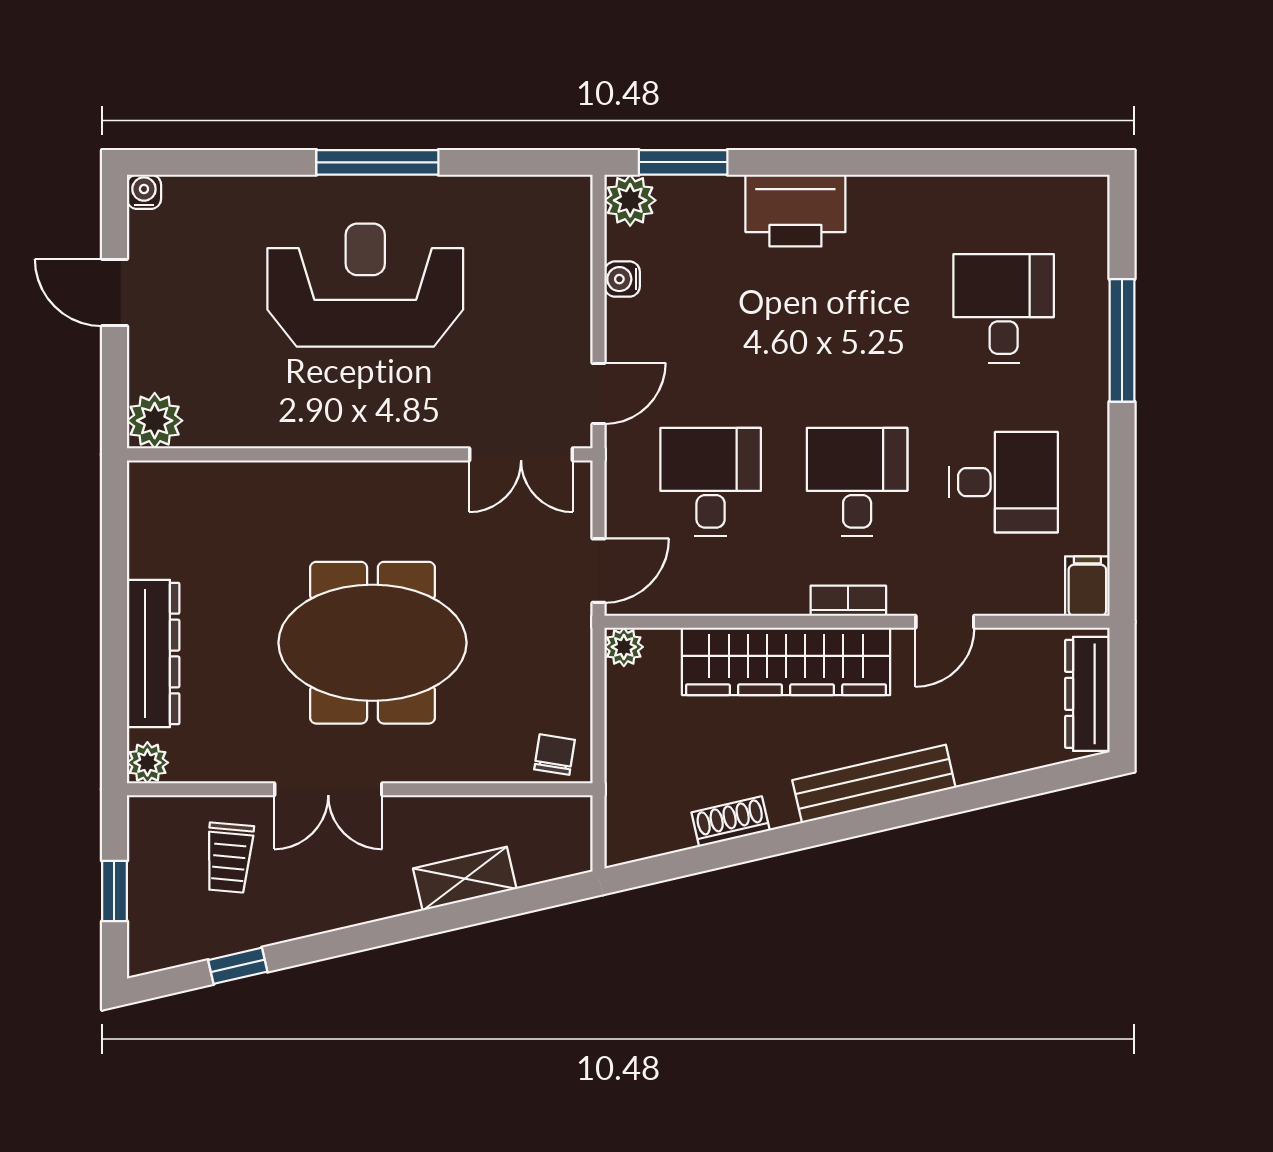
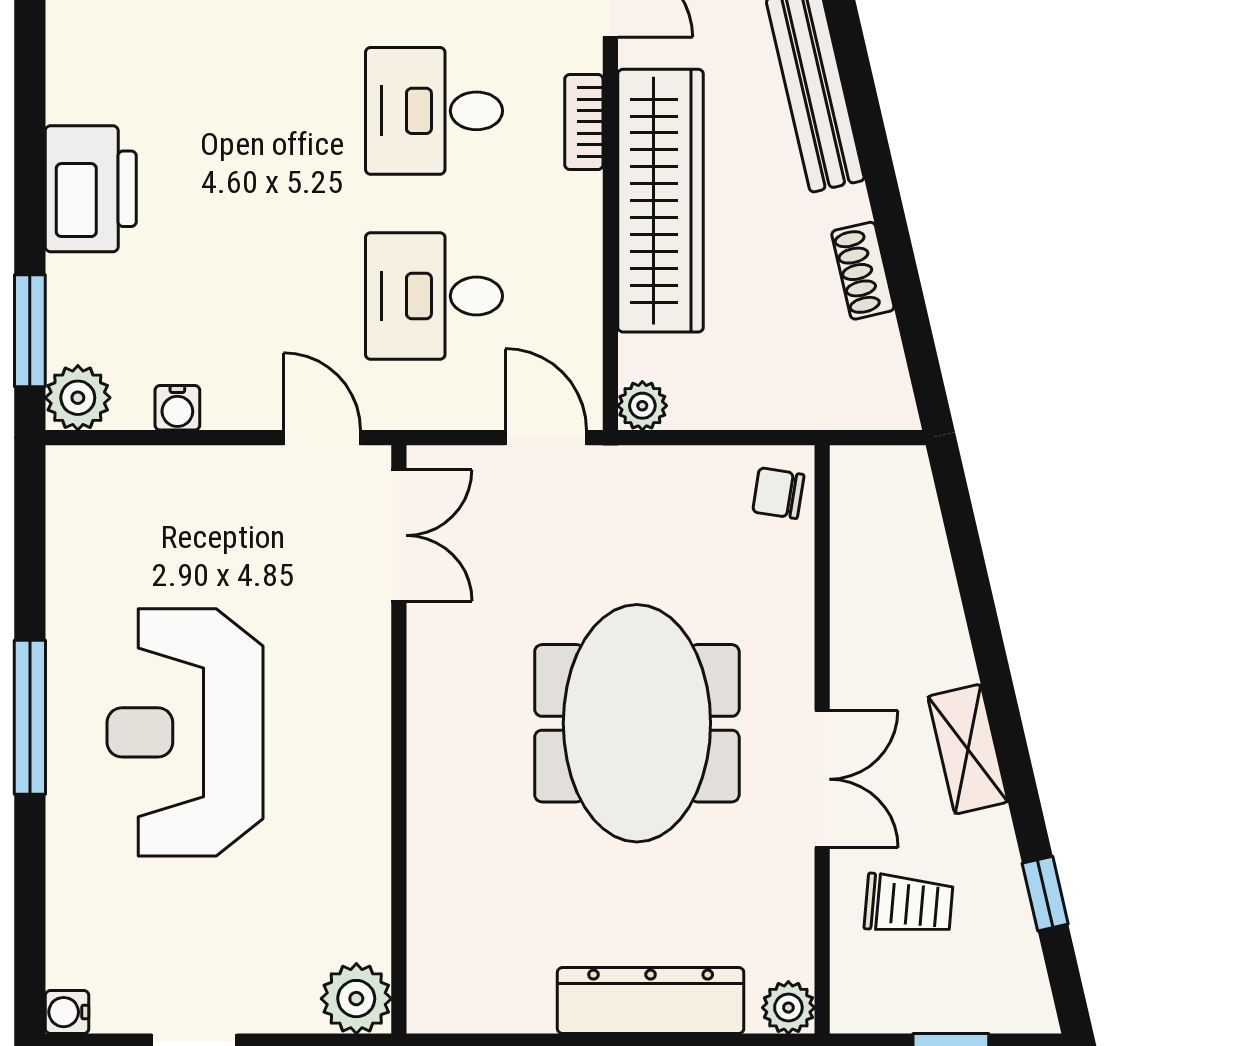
shelving: (465, 879) -> (968, 749), moved

